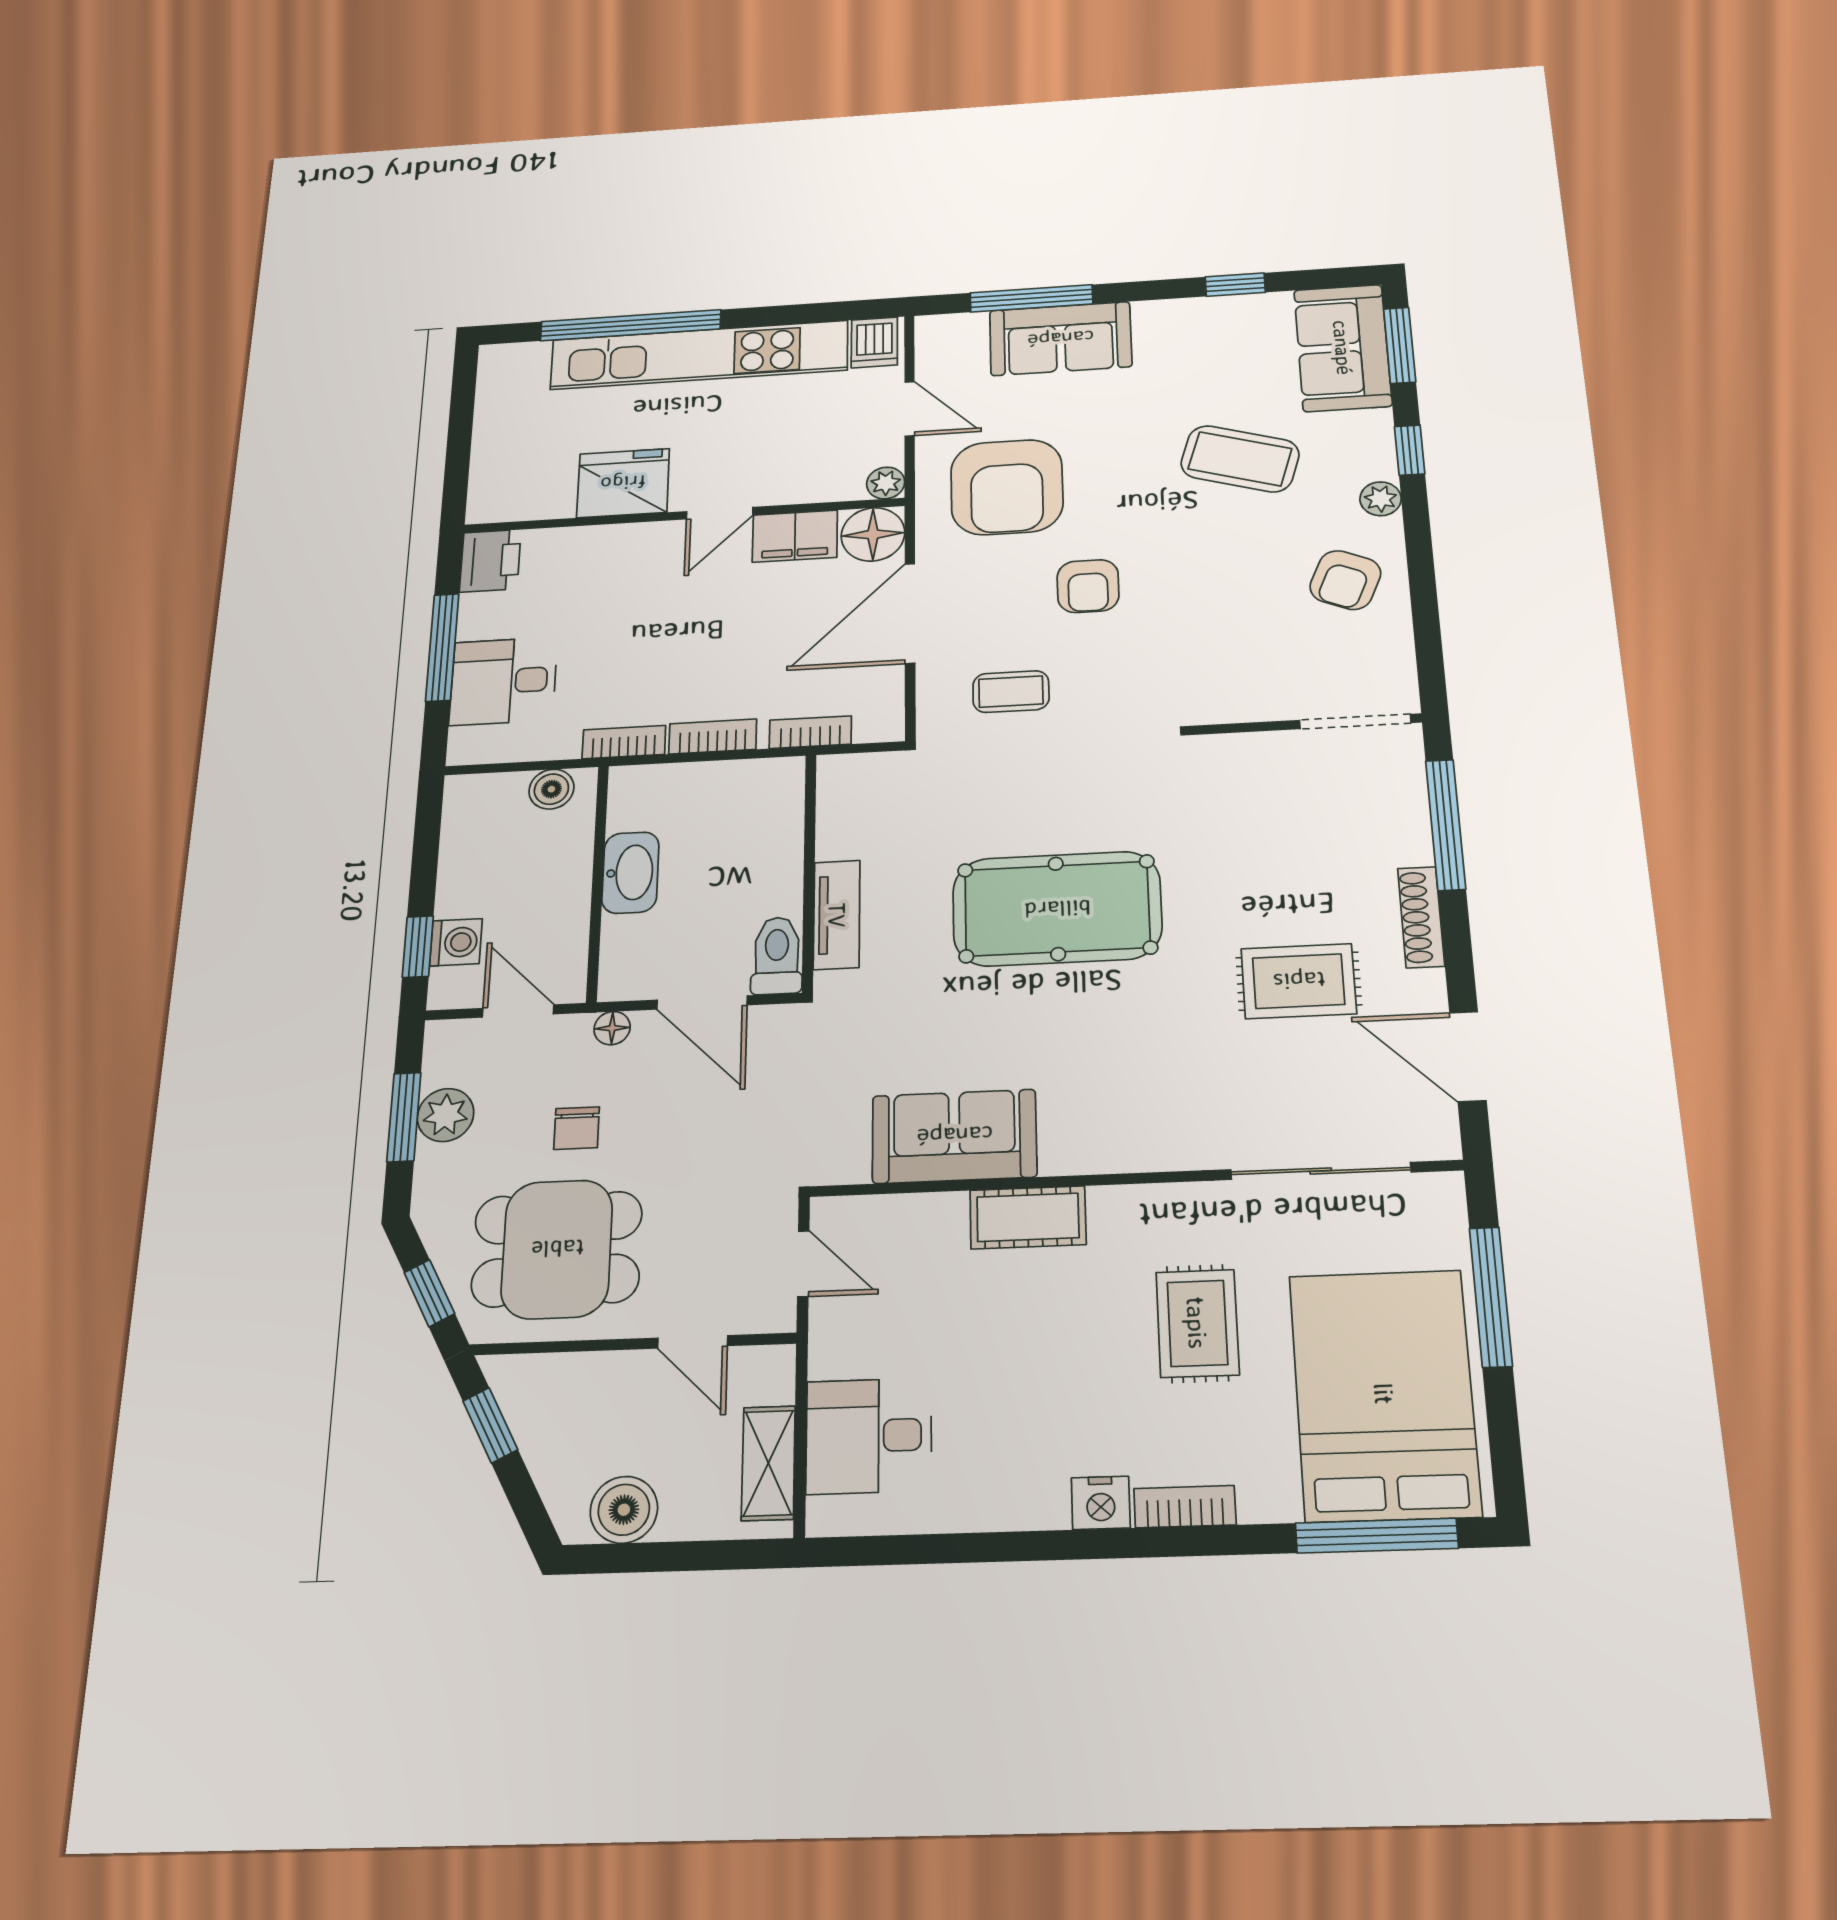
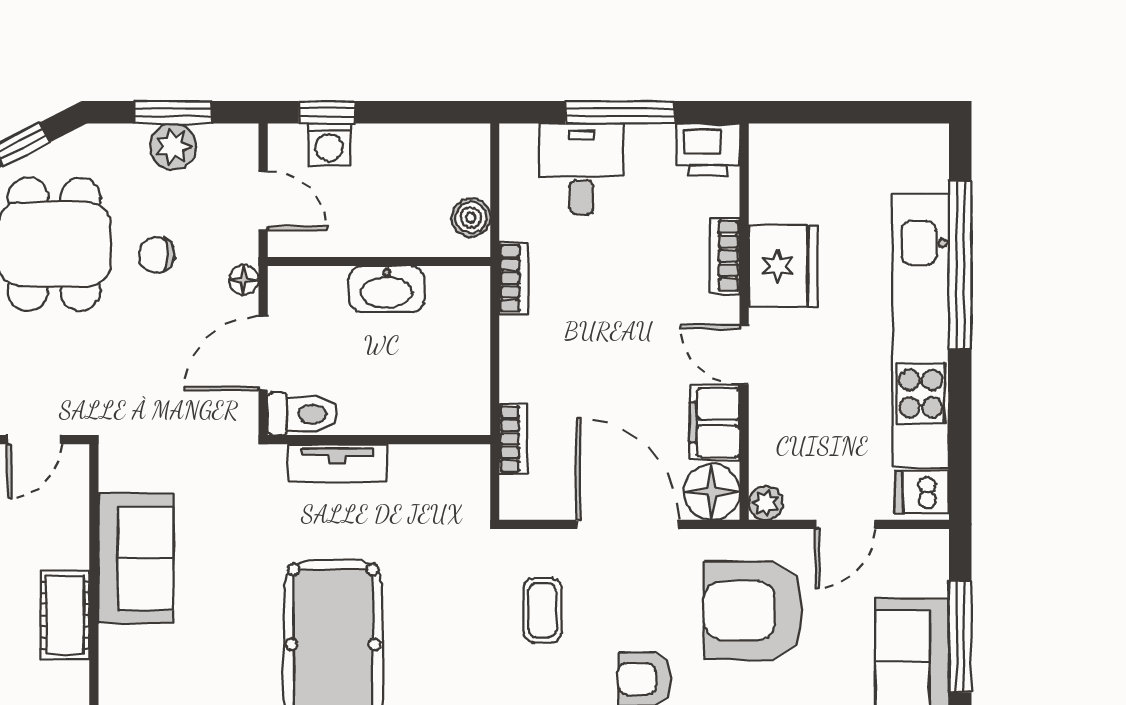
bookcase: (713, 737) -> (725, 256), moved, turned 180
door: (518, 1011) -> (263, 201), hinge flipped

